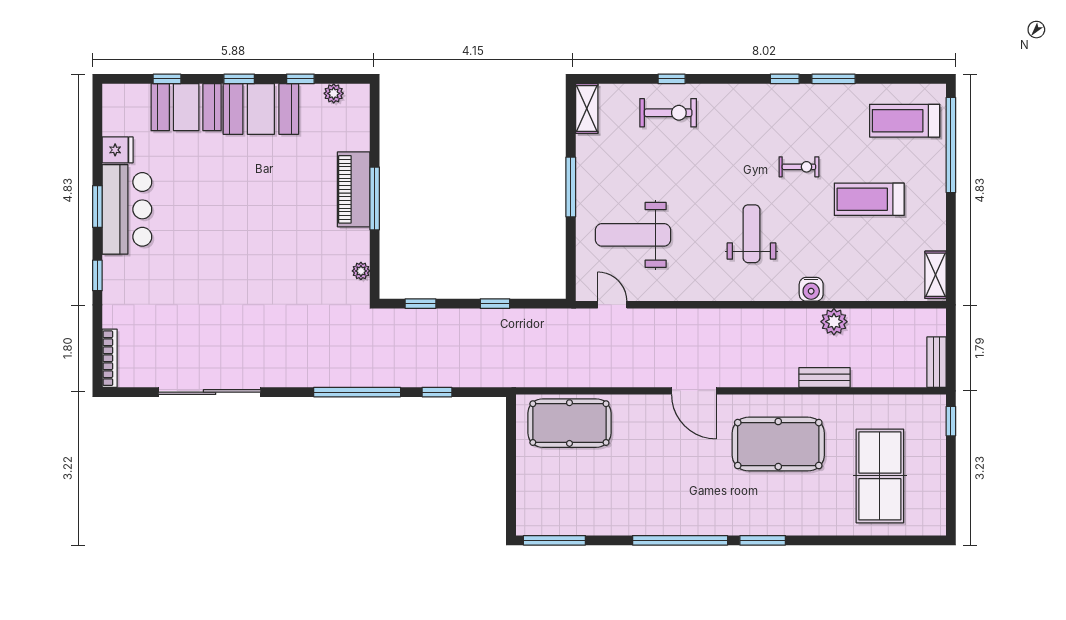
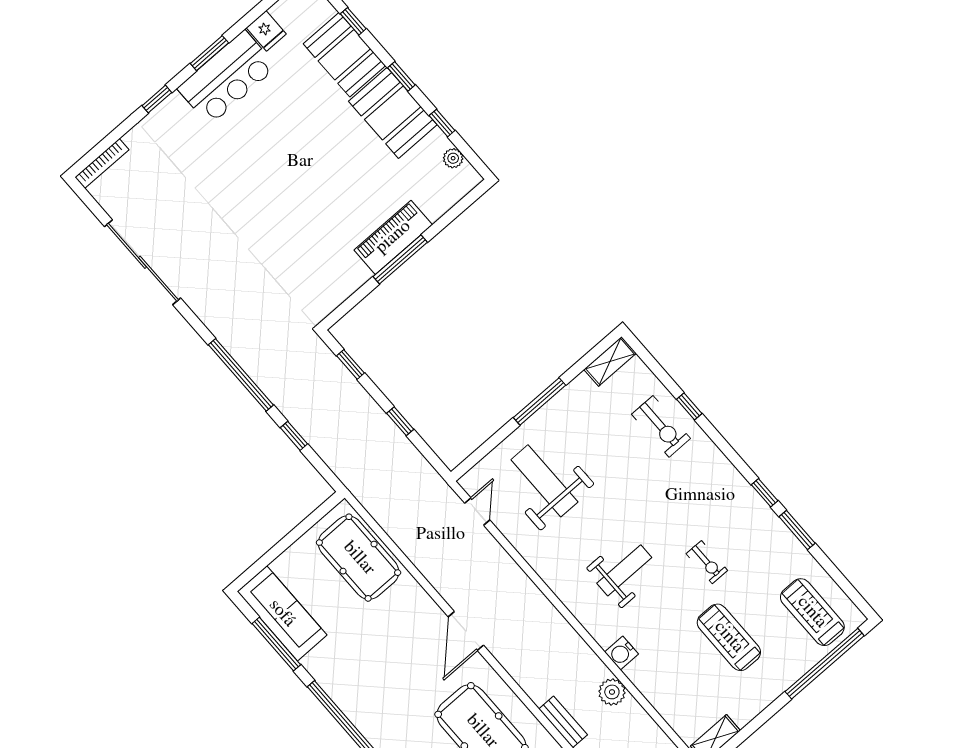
plant: (361, 271) -> (336, 297), removed
sofa: (561, 516) -> (282, 613), added
window: (554, 540) -> (276, 644), moved

